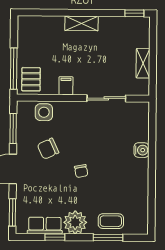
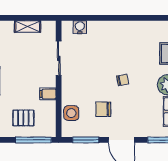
pallet: (31, 79) -> (23, 118), moved
chair: (48, 149) -> (103, 109), turned 115
water cooler: (142, 150) -> (80, 27), moved

